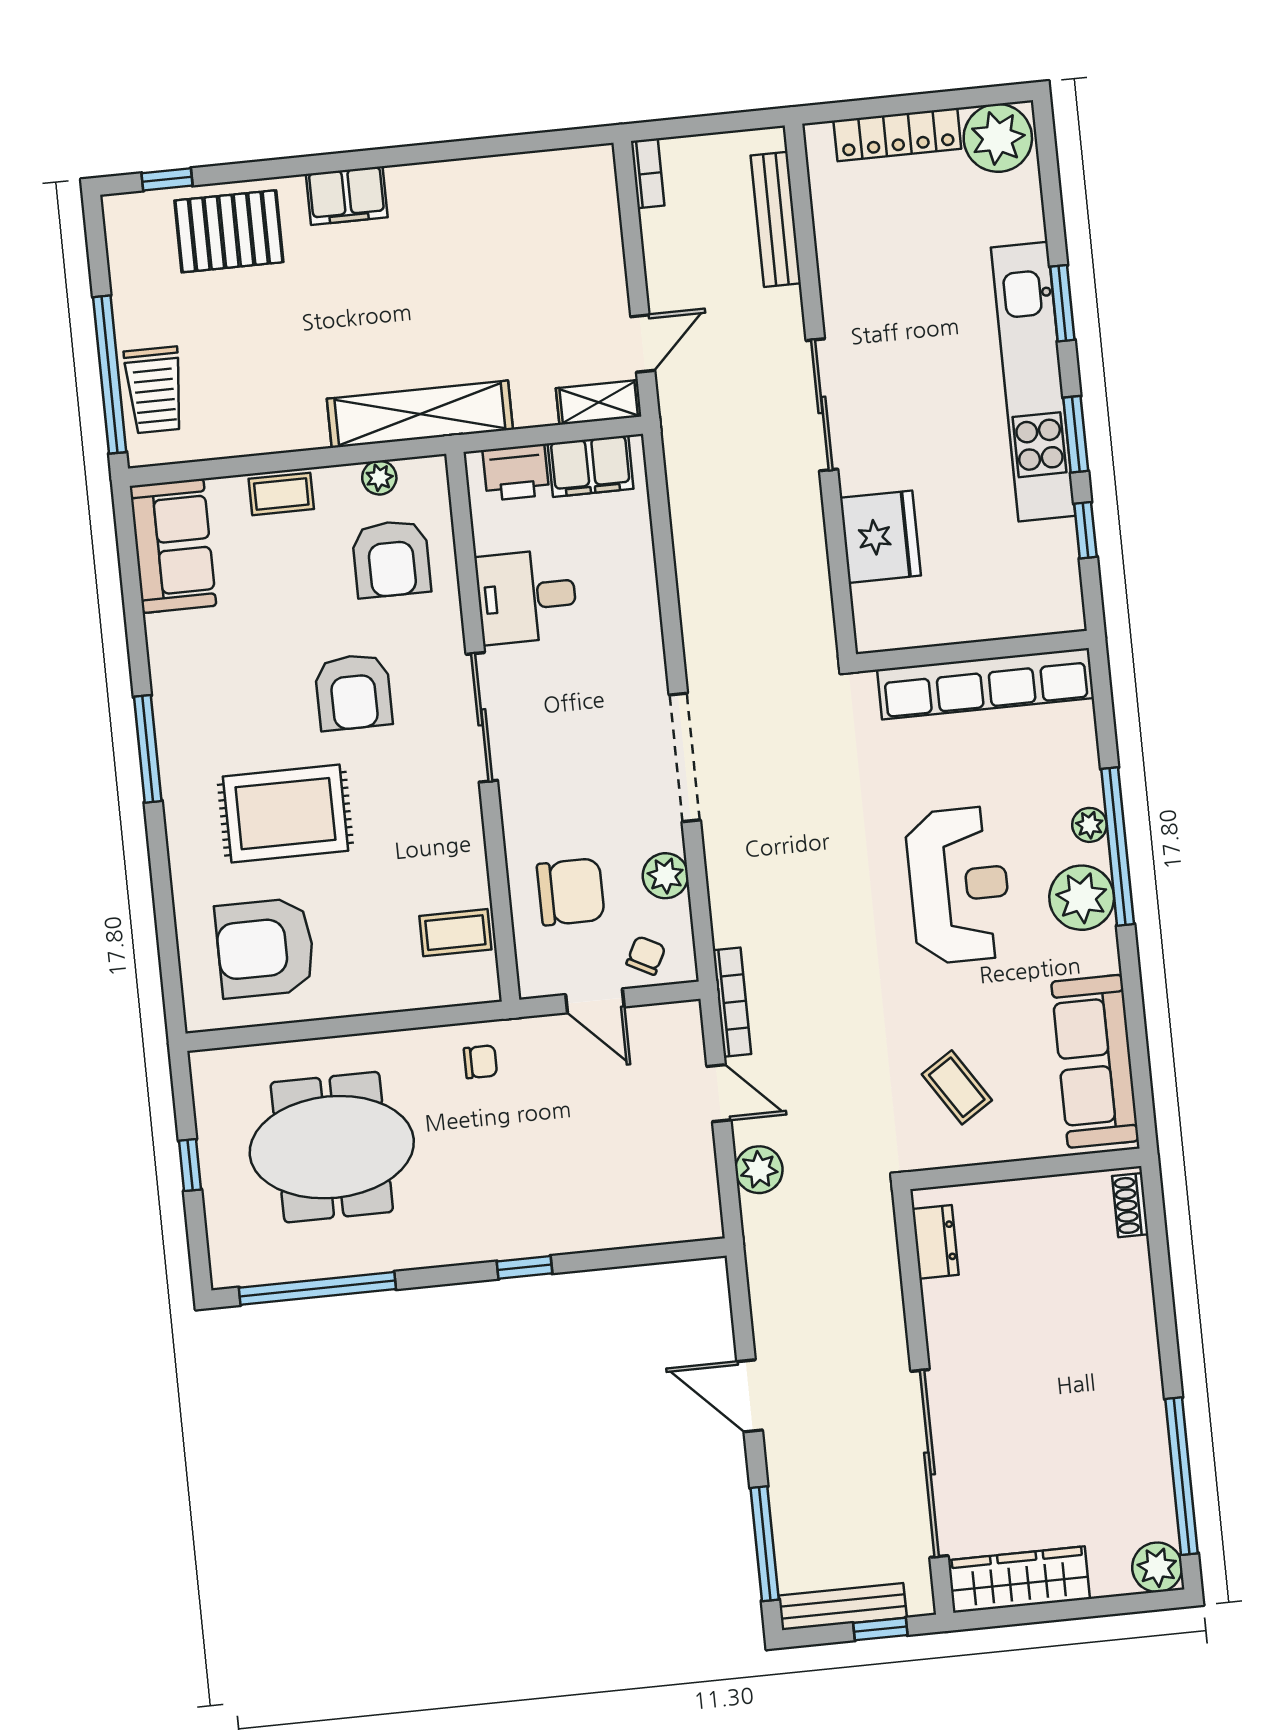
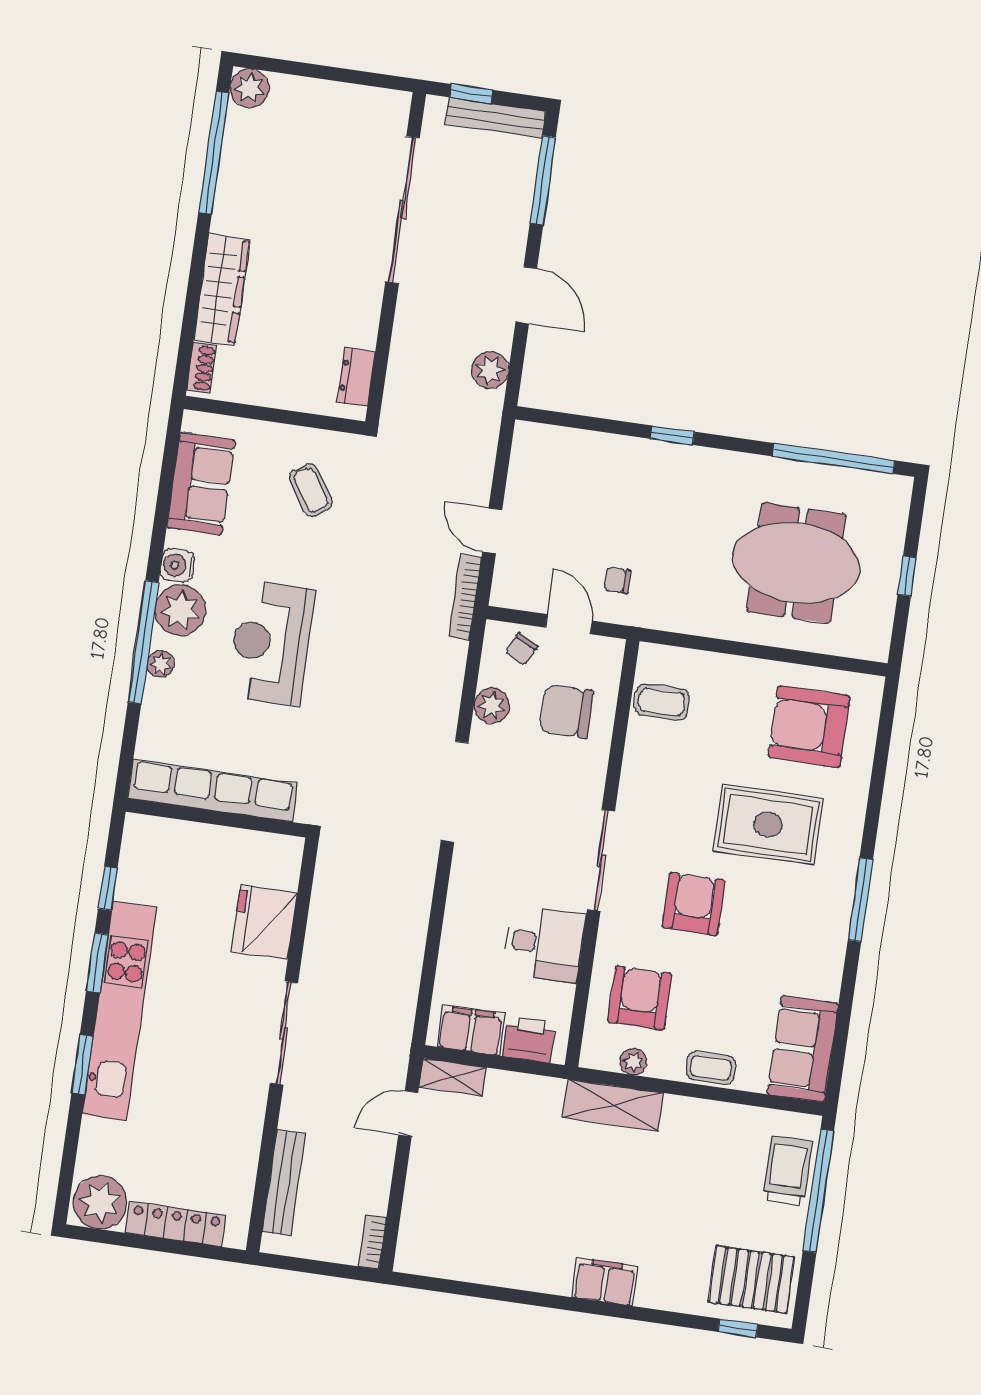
pallet: (229, 231) -> (751, 1279), moved
shelving: (420, 414) -> (613, 1105), width x0.68
armchair: (265, 948) -> (809, 726), turned 180
water cooler: (1099, 953) -> (177, 565), added
sofa: (1095, 1061) -> (201, 484), width x0.73
chair: (480, 1062) -> (617, 580), moved
plant: (759, 1170) -> (490, 370), moved
wardrobe: (1019, 1580) -> (222, 289), moved, turned -90

